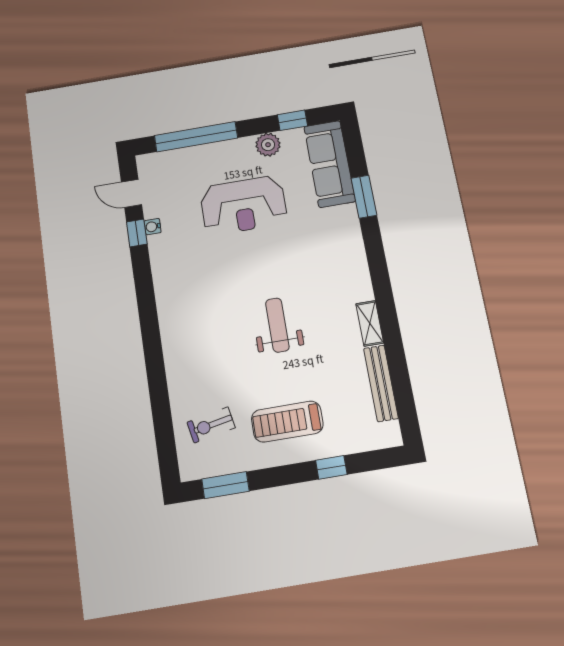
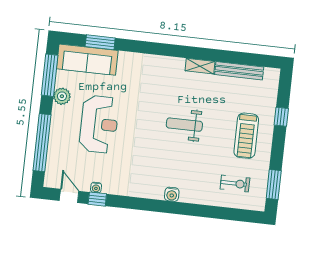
window: (292, 120) -> (50, 75), width x2.17
door: (131, 193) -> (69, 196), swing flipped
window: (364, 197) -> (100, 42), moved
water cooler: (171, 336) -> (172, 194), added
exercise bike: (211, 425) -> (235, 184), turned -79

